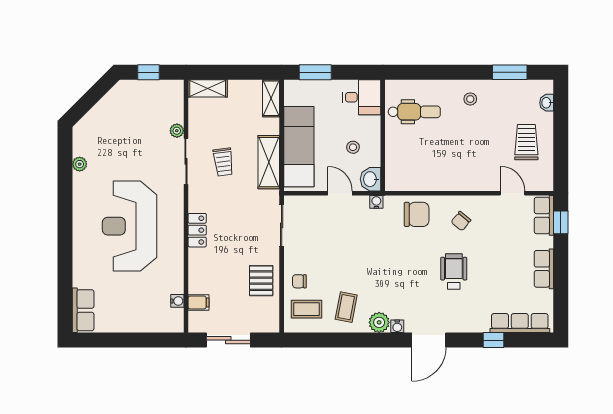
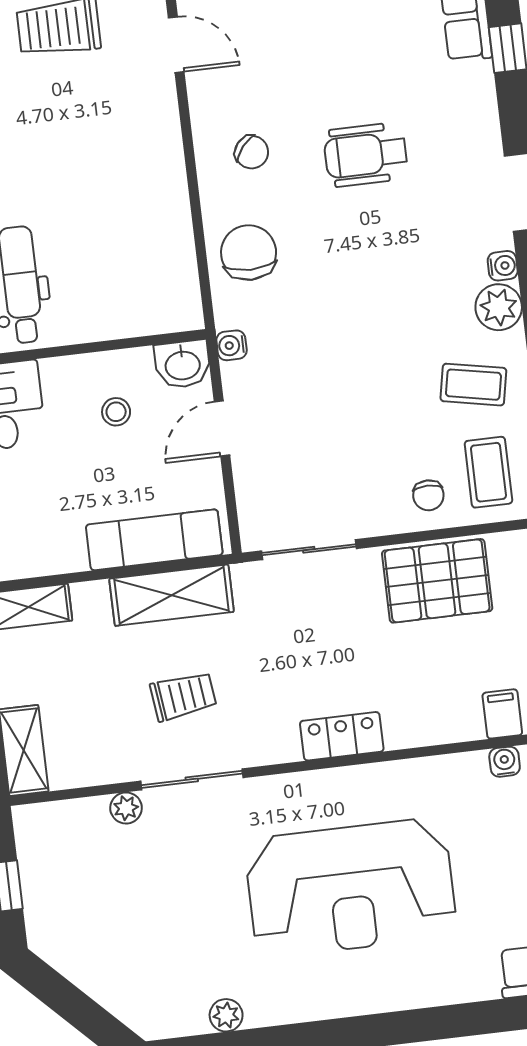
exam couch: (299, 147) -> (154, 540), width x0.73, depth x0.69
door: (513, 193) -> (176, 45), swing flipped
pallet: (261, 281) -> (437, 581), width x1.50, depth x1.42

